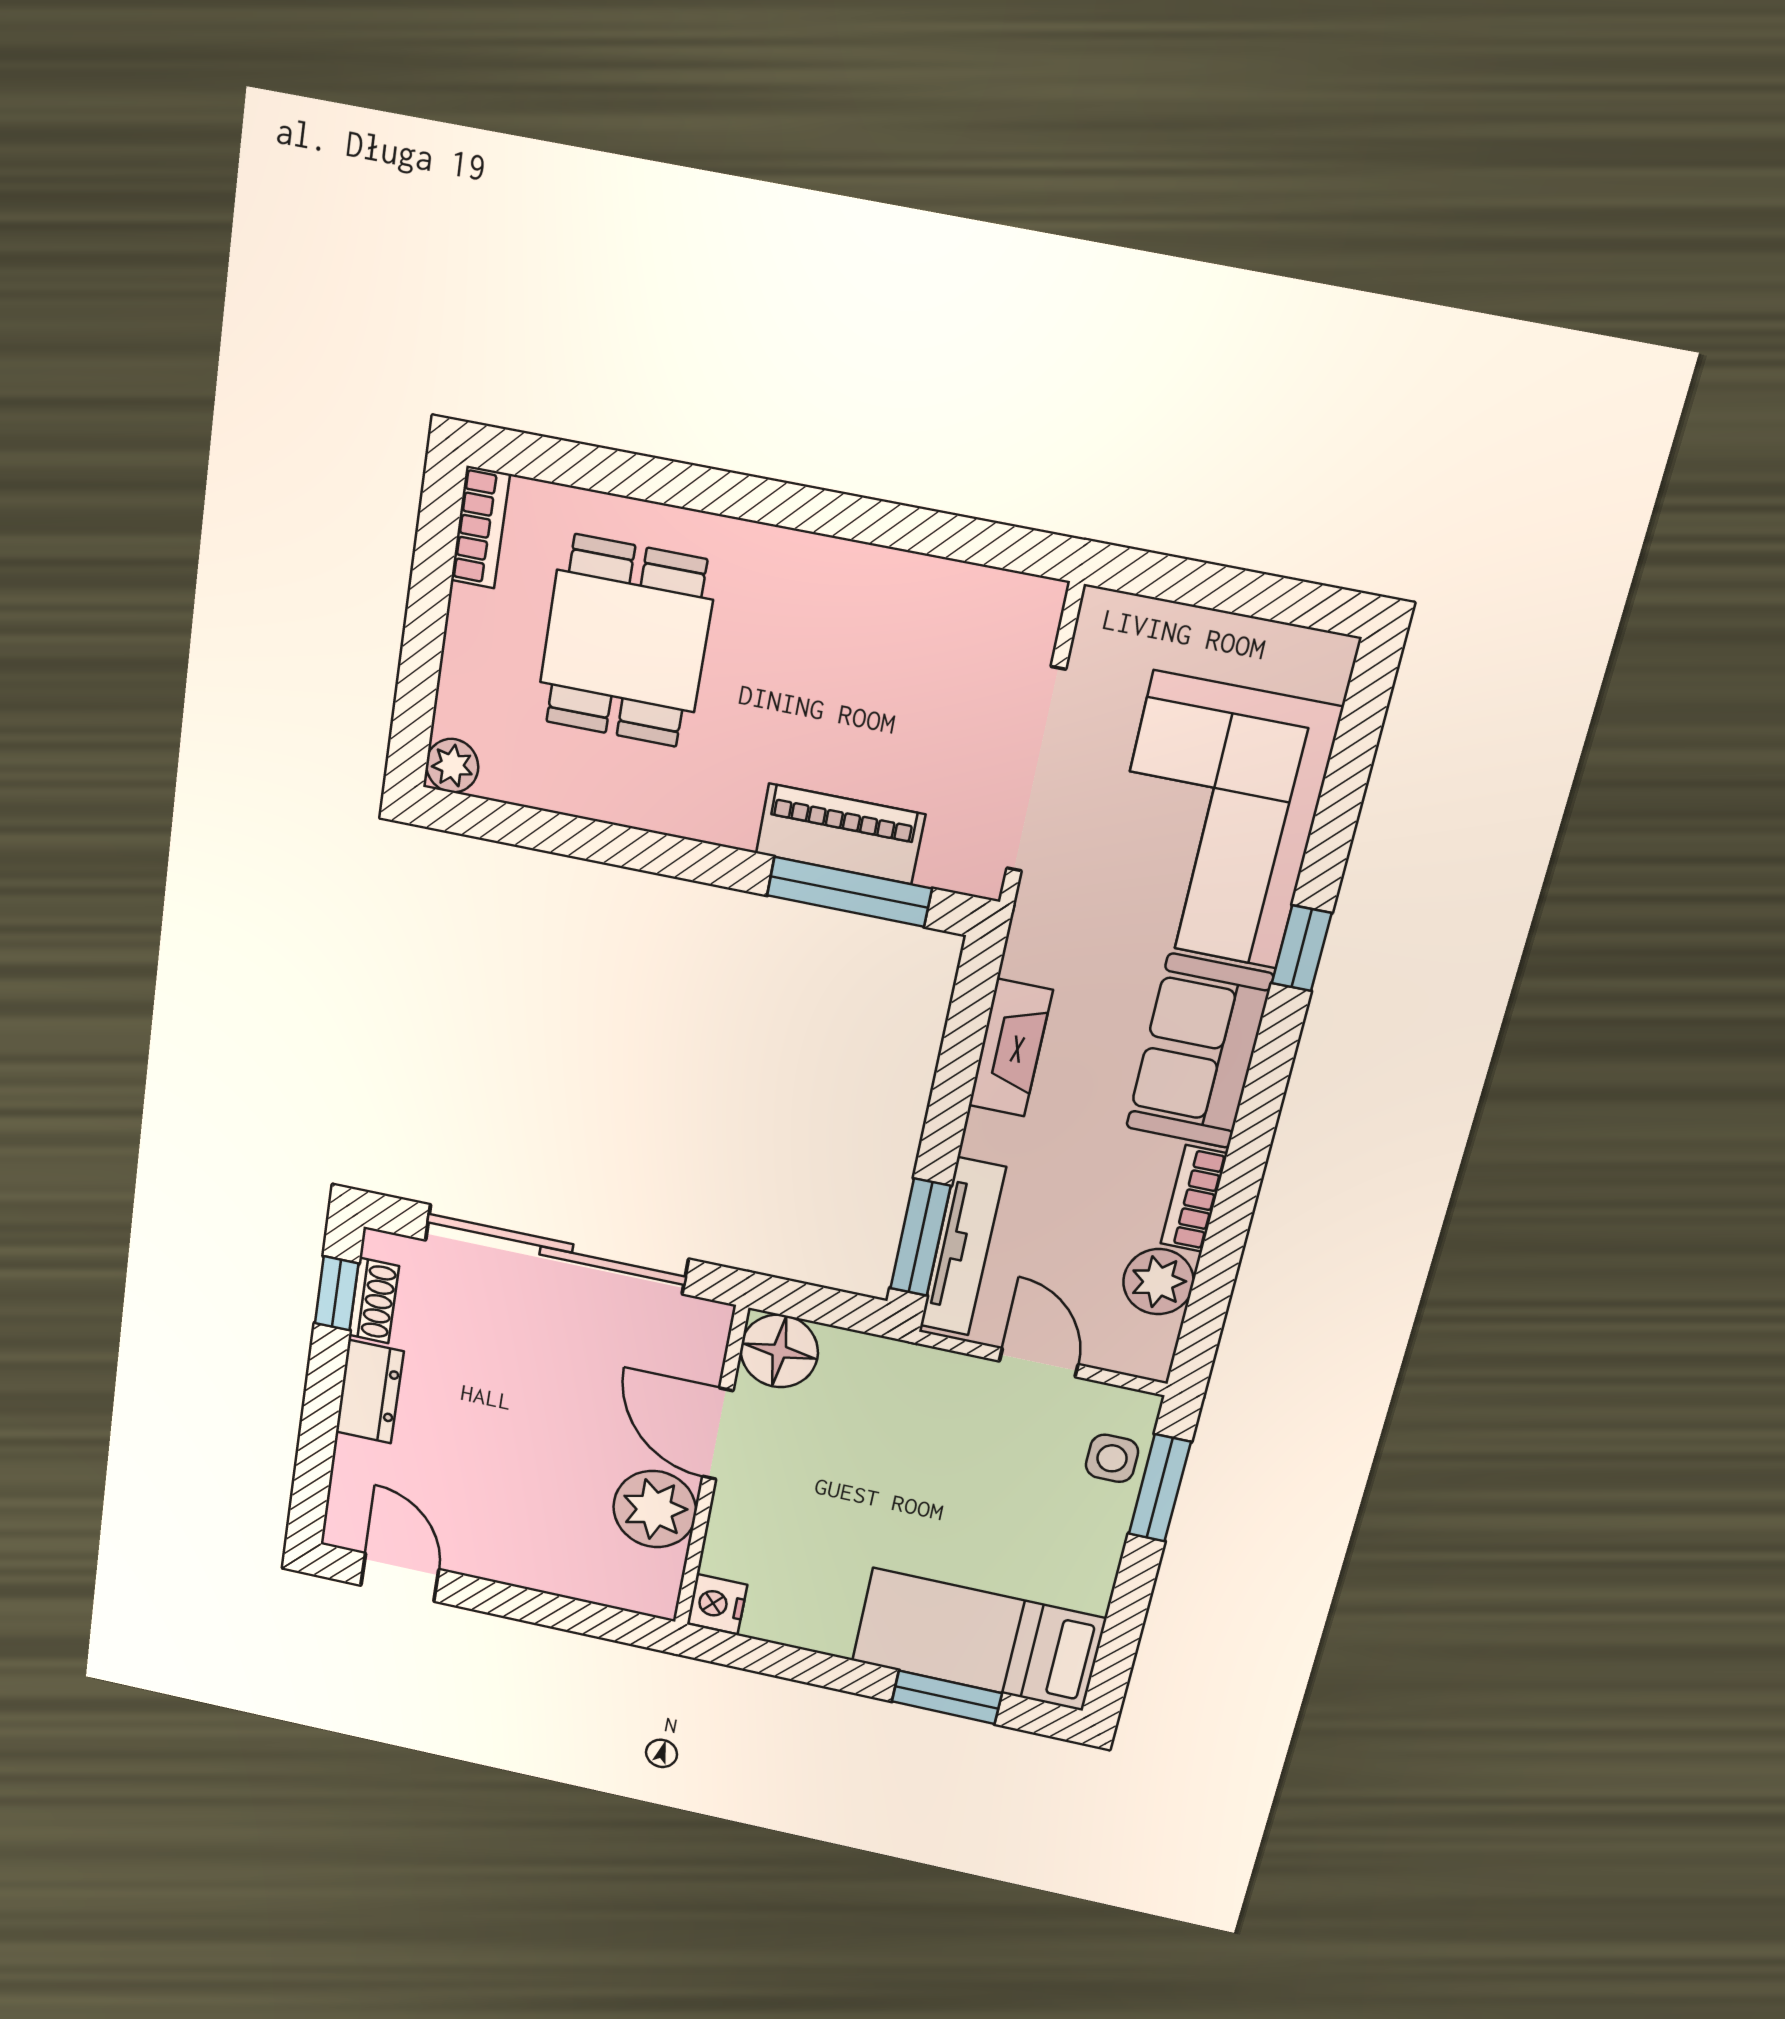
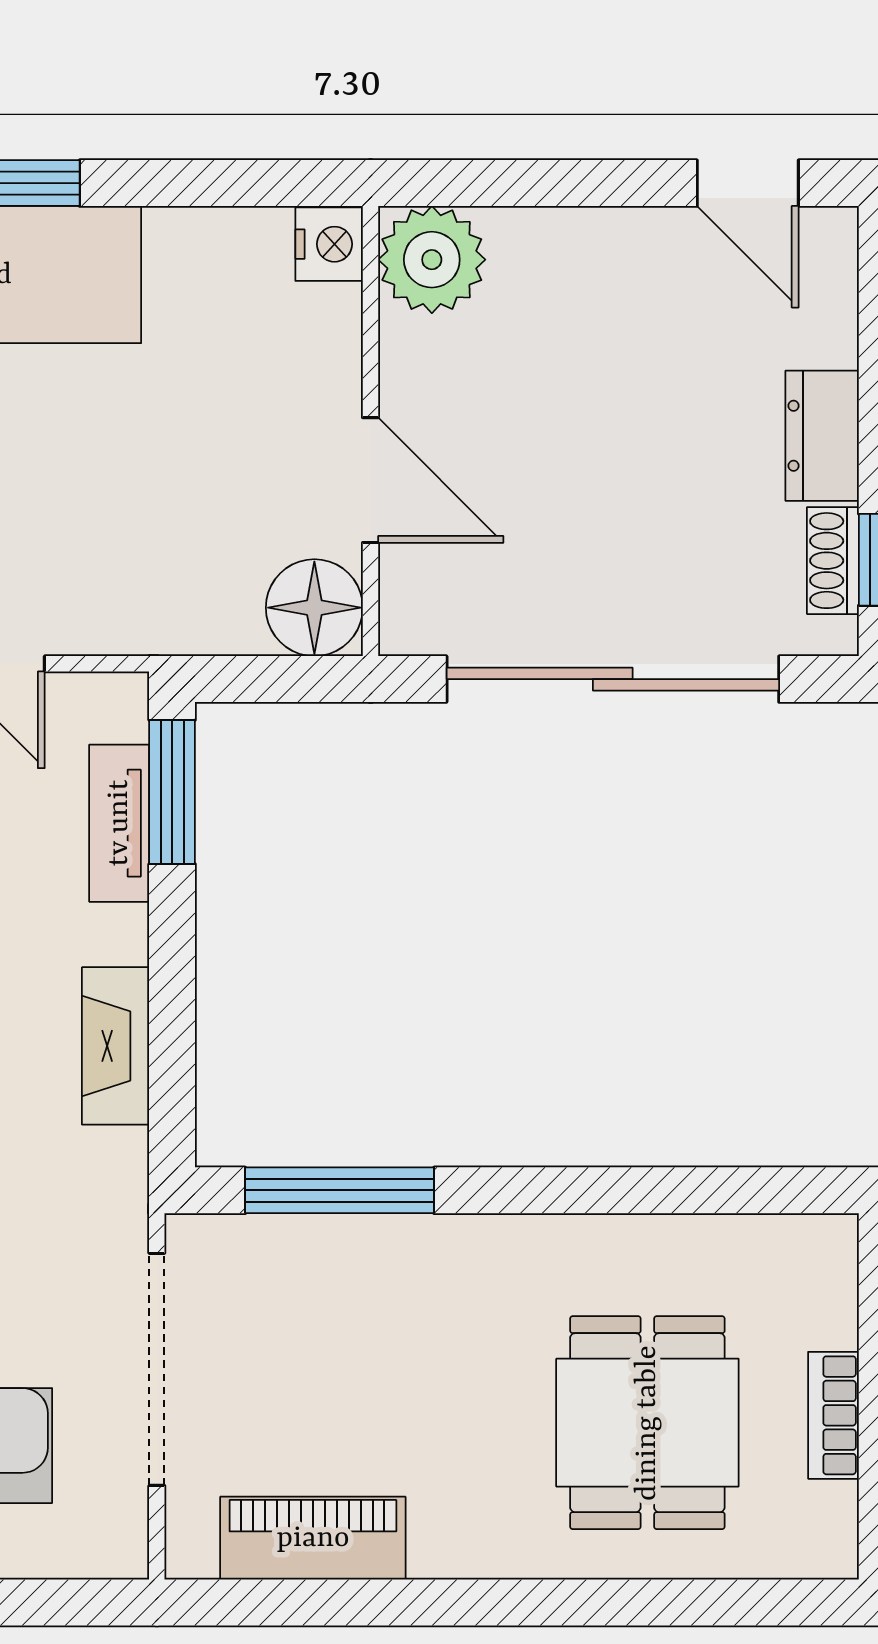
bookcase: (480, 527) -> (833, 1415), moved
plant: (452, 766) -> (828, 1244), removed
piano: (840, 834) -> (313, 1538), moved, turned 180
tv unit: (963, 1247) -> (119, 823), width x0.71
plant: (655, 1509) -> (432, 260), moved

